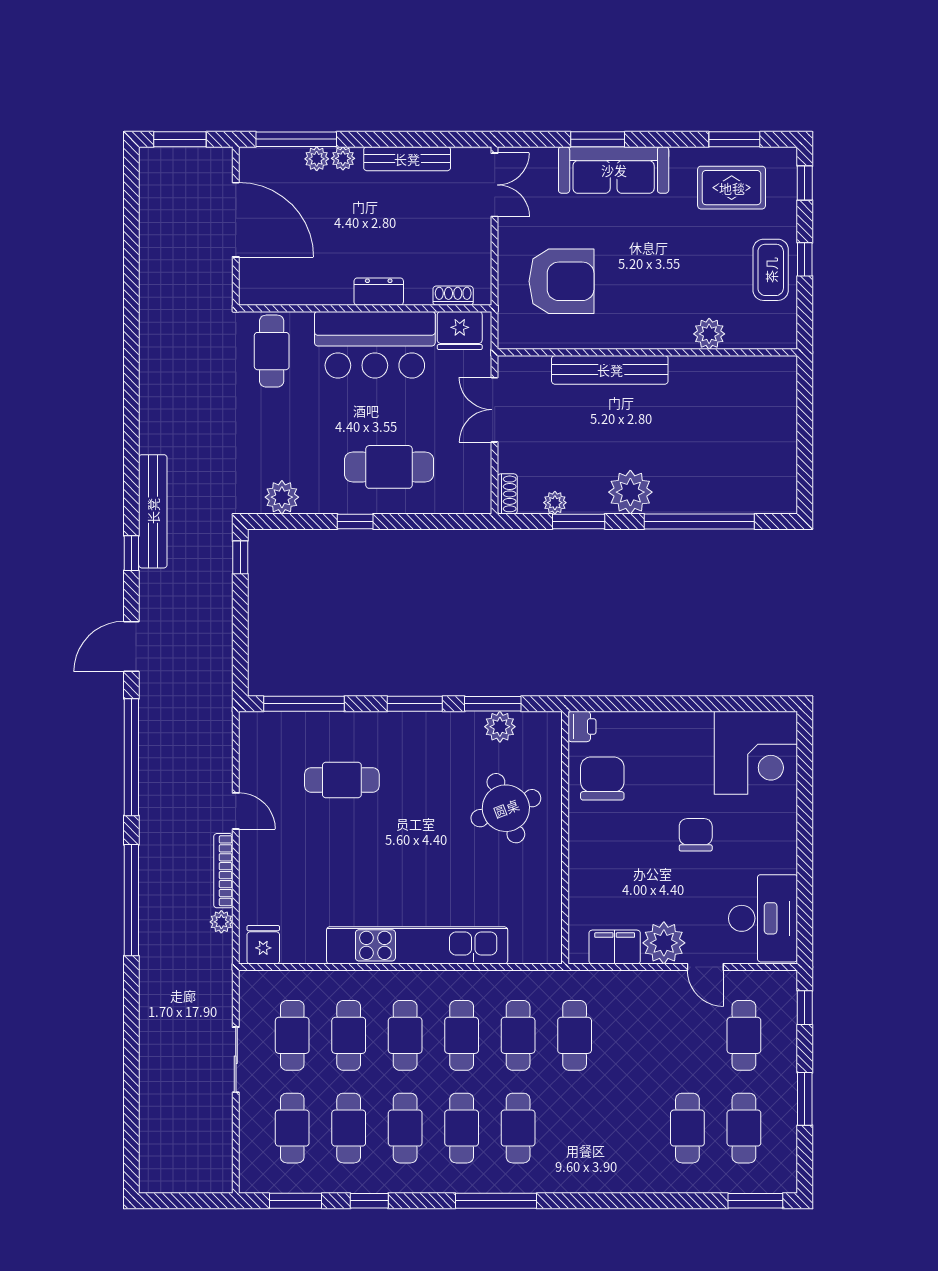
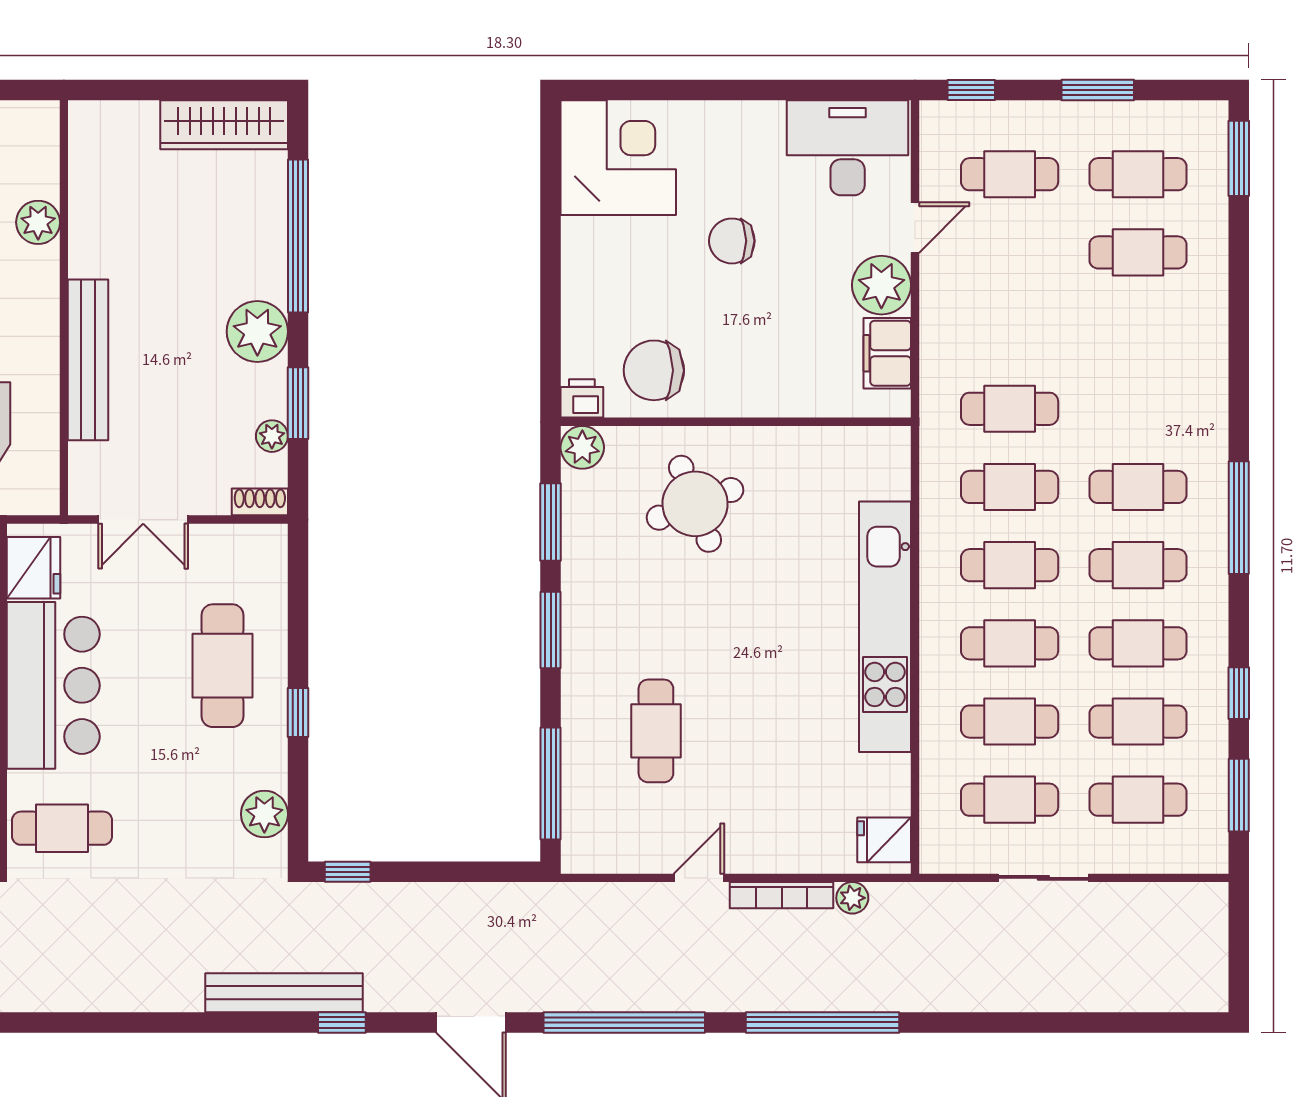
wardrobe: (780, 468) -> (224, 125), added
plant: (500, 727) -> (582, 447), moved

